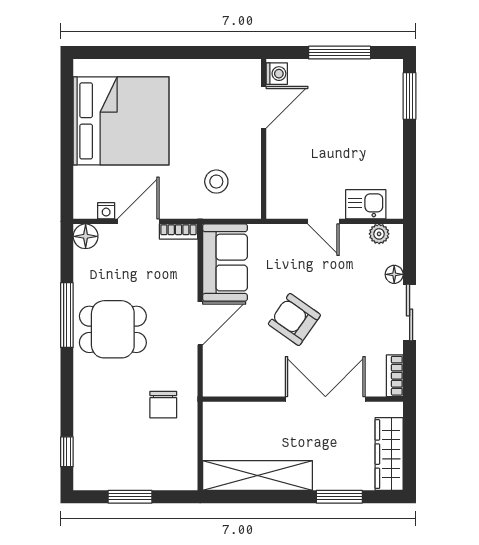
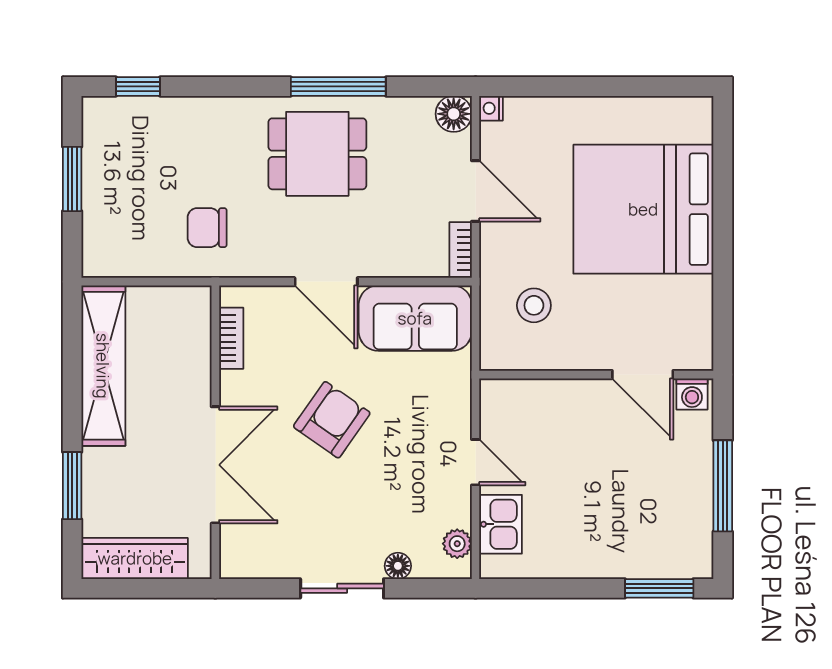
bed: (121, 121) -> (643, 209), moved, turned 90
nightstand: (106, 211) -> (491, 108), moved
door: (323, 221) -> (476, 462), swing flipped
dining table: (113, 329) -> (317, 154), turned 90
bookcase: (395, 376) -> (231, 338), moved, turned 90

